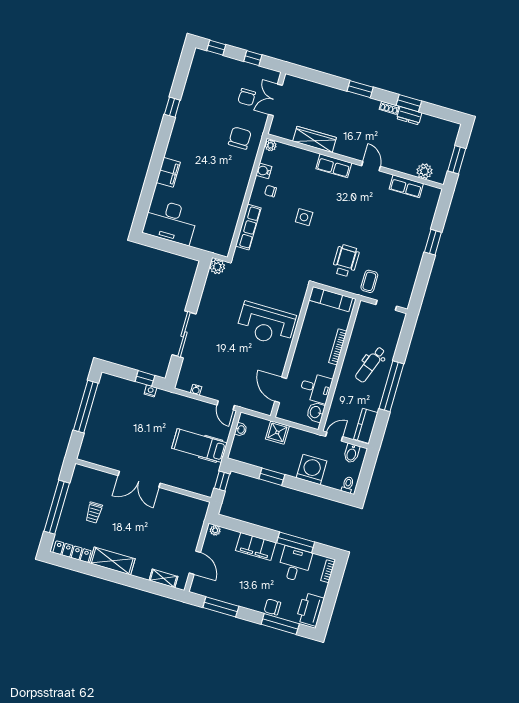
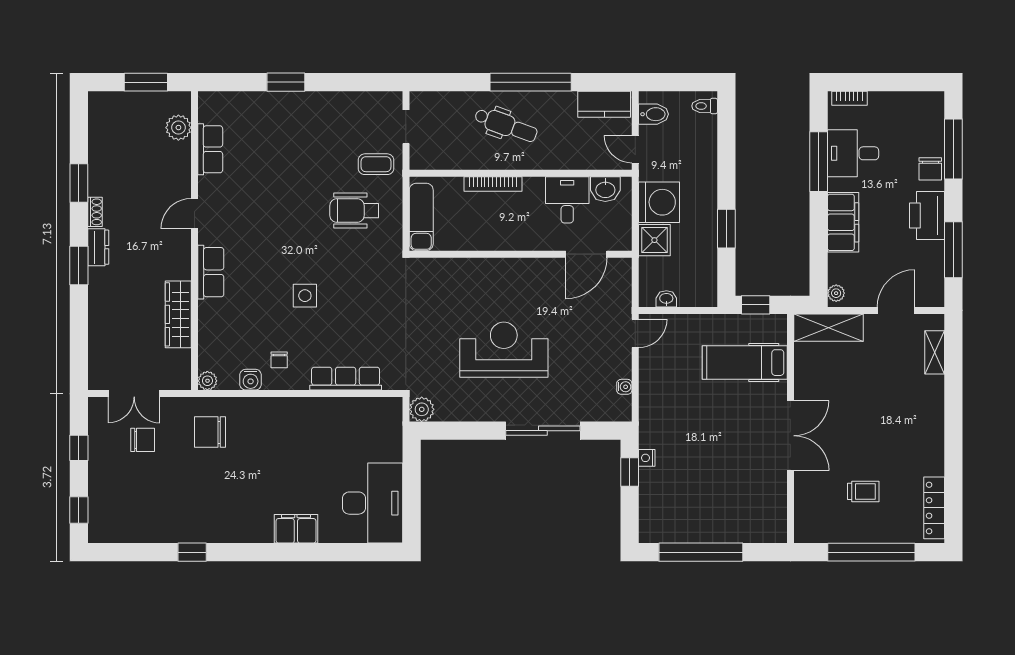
dresser: (409, 116) -> (98, 247), moved
reception desk: (266, 324) -> (504, 350), moved, turned -90
hospital bed: (199, 446) -> (745, 363), moved, turned 90
washing machine: (312, 469) -> (659, 202), moved, turned 180
shelving: (112, 561) -> (828, 328), moved, turned 90
printer: (310, 609) -> (927, 215), moved, turned 90

